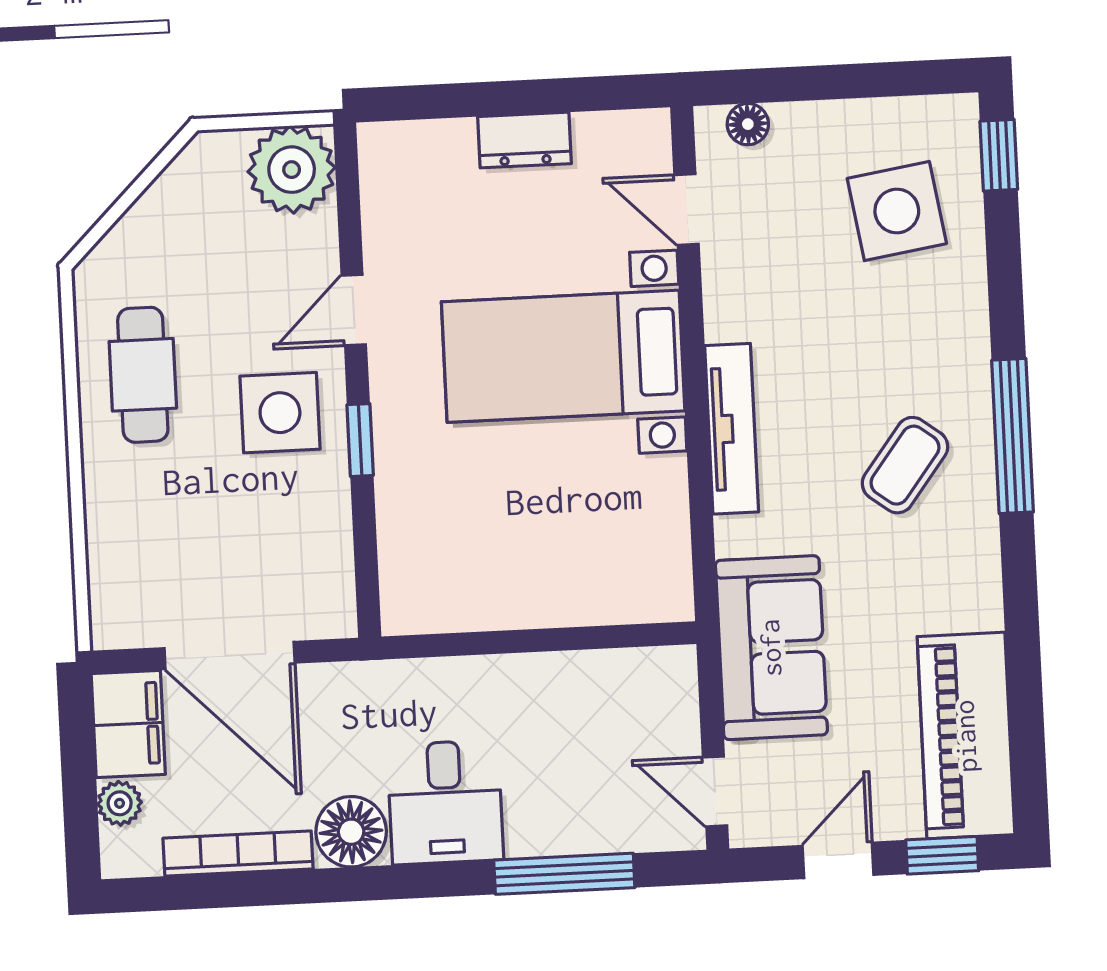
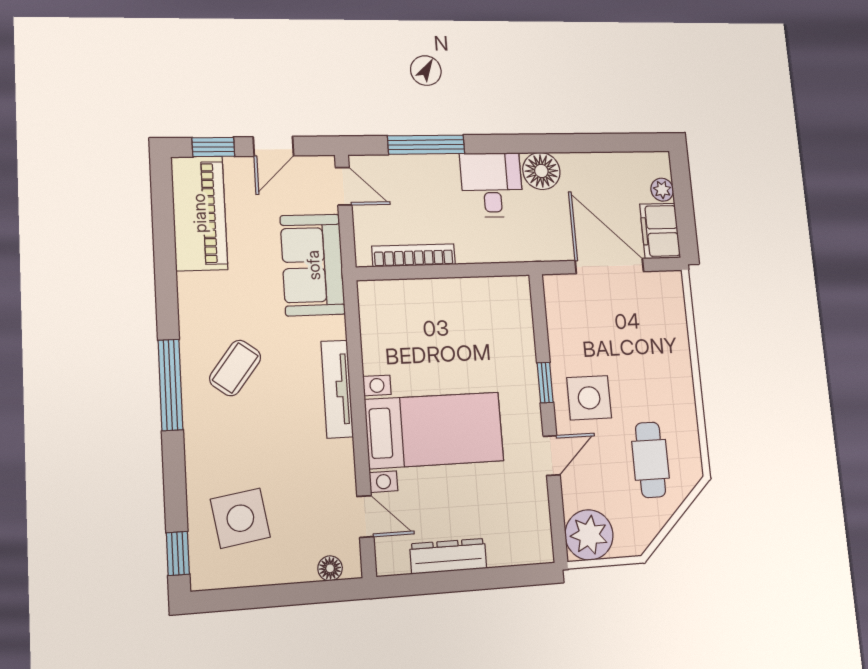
dresser: (525, 140) -> (448, 556), width x1.44
cafe table: (143, 375) -> (650, 460), moved
bookcase: (238, 854) -> (414, 255), moved, turned 180

